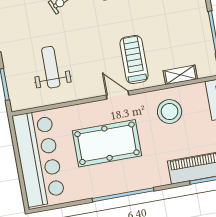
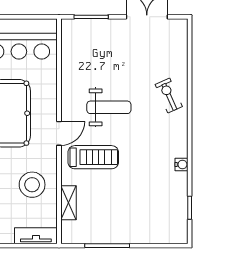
weight bench: (51, 67) -> (109, 107), moved

